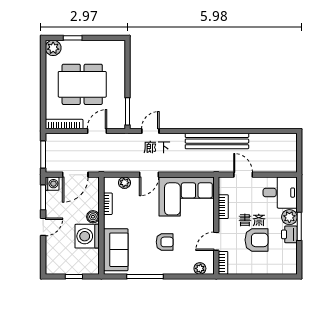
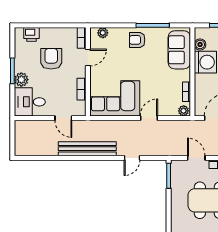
door: (97, 131) -> (196, 158), swing flipped
door: (150, 131) -> (132, 158), moved
plant: (124, 183) -> (184, 111), moved
boiler: (93, 217) -> (200, 44), moved
printer: (289, 234) -> (32, 34), moved, turned 90
armchair: (257, 240) -> (51, 59), turned 90
armchair: (165, 242) -> (137, 40), moved

